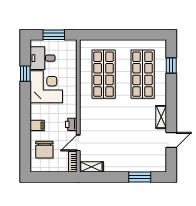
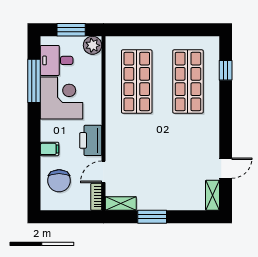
plant: (70, 47) -> (93, 45), added
window: (25, 74) -> (34, 81), width x2.17
shelving: (161, 117) -> (212, 195), moved
printer: (71, 124) -> (91, 140), width x1.87, depth x1.48
window: (140, 177) -> (152, 217), moved

